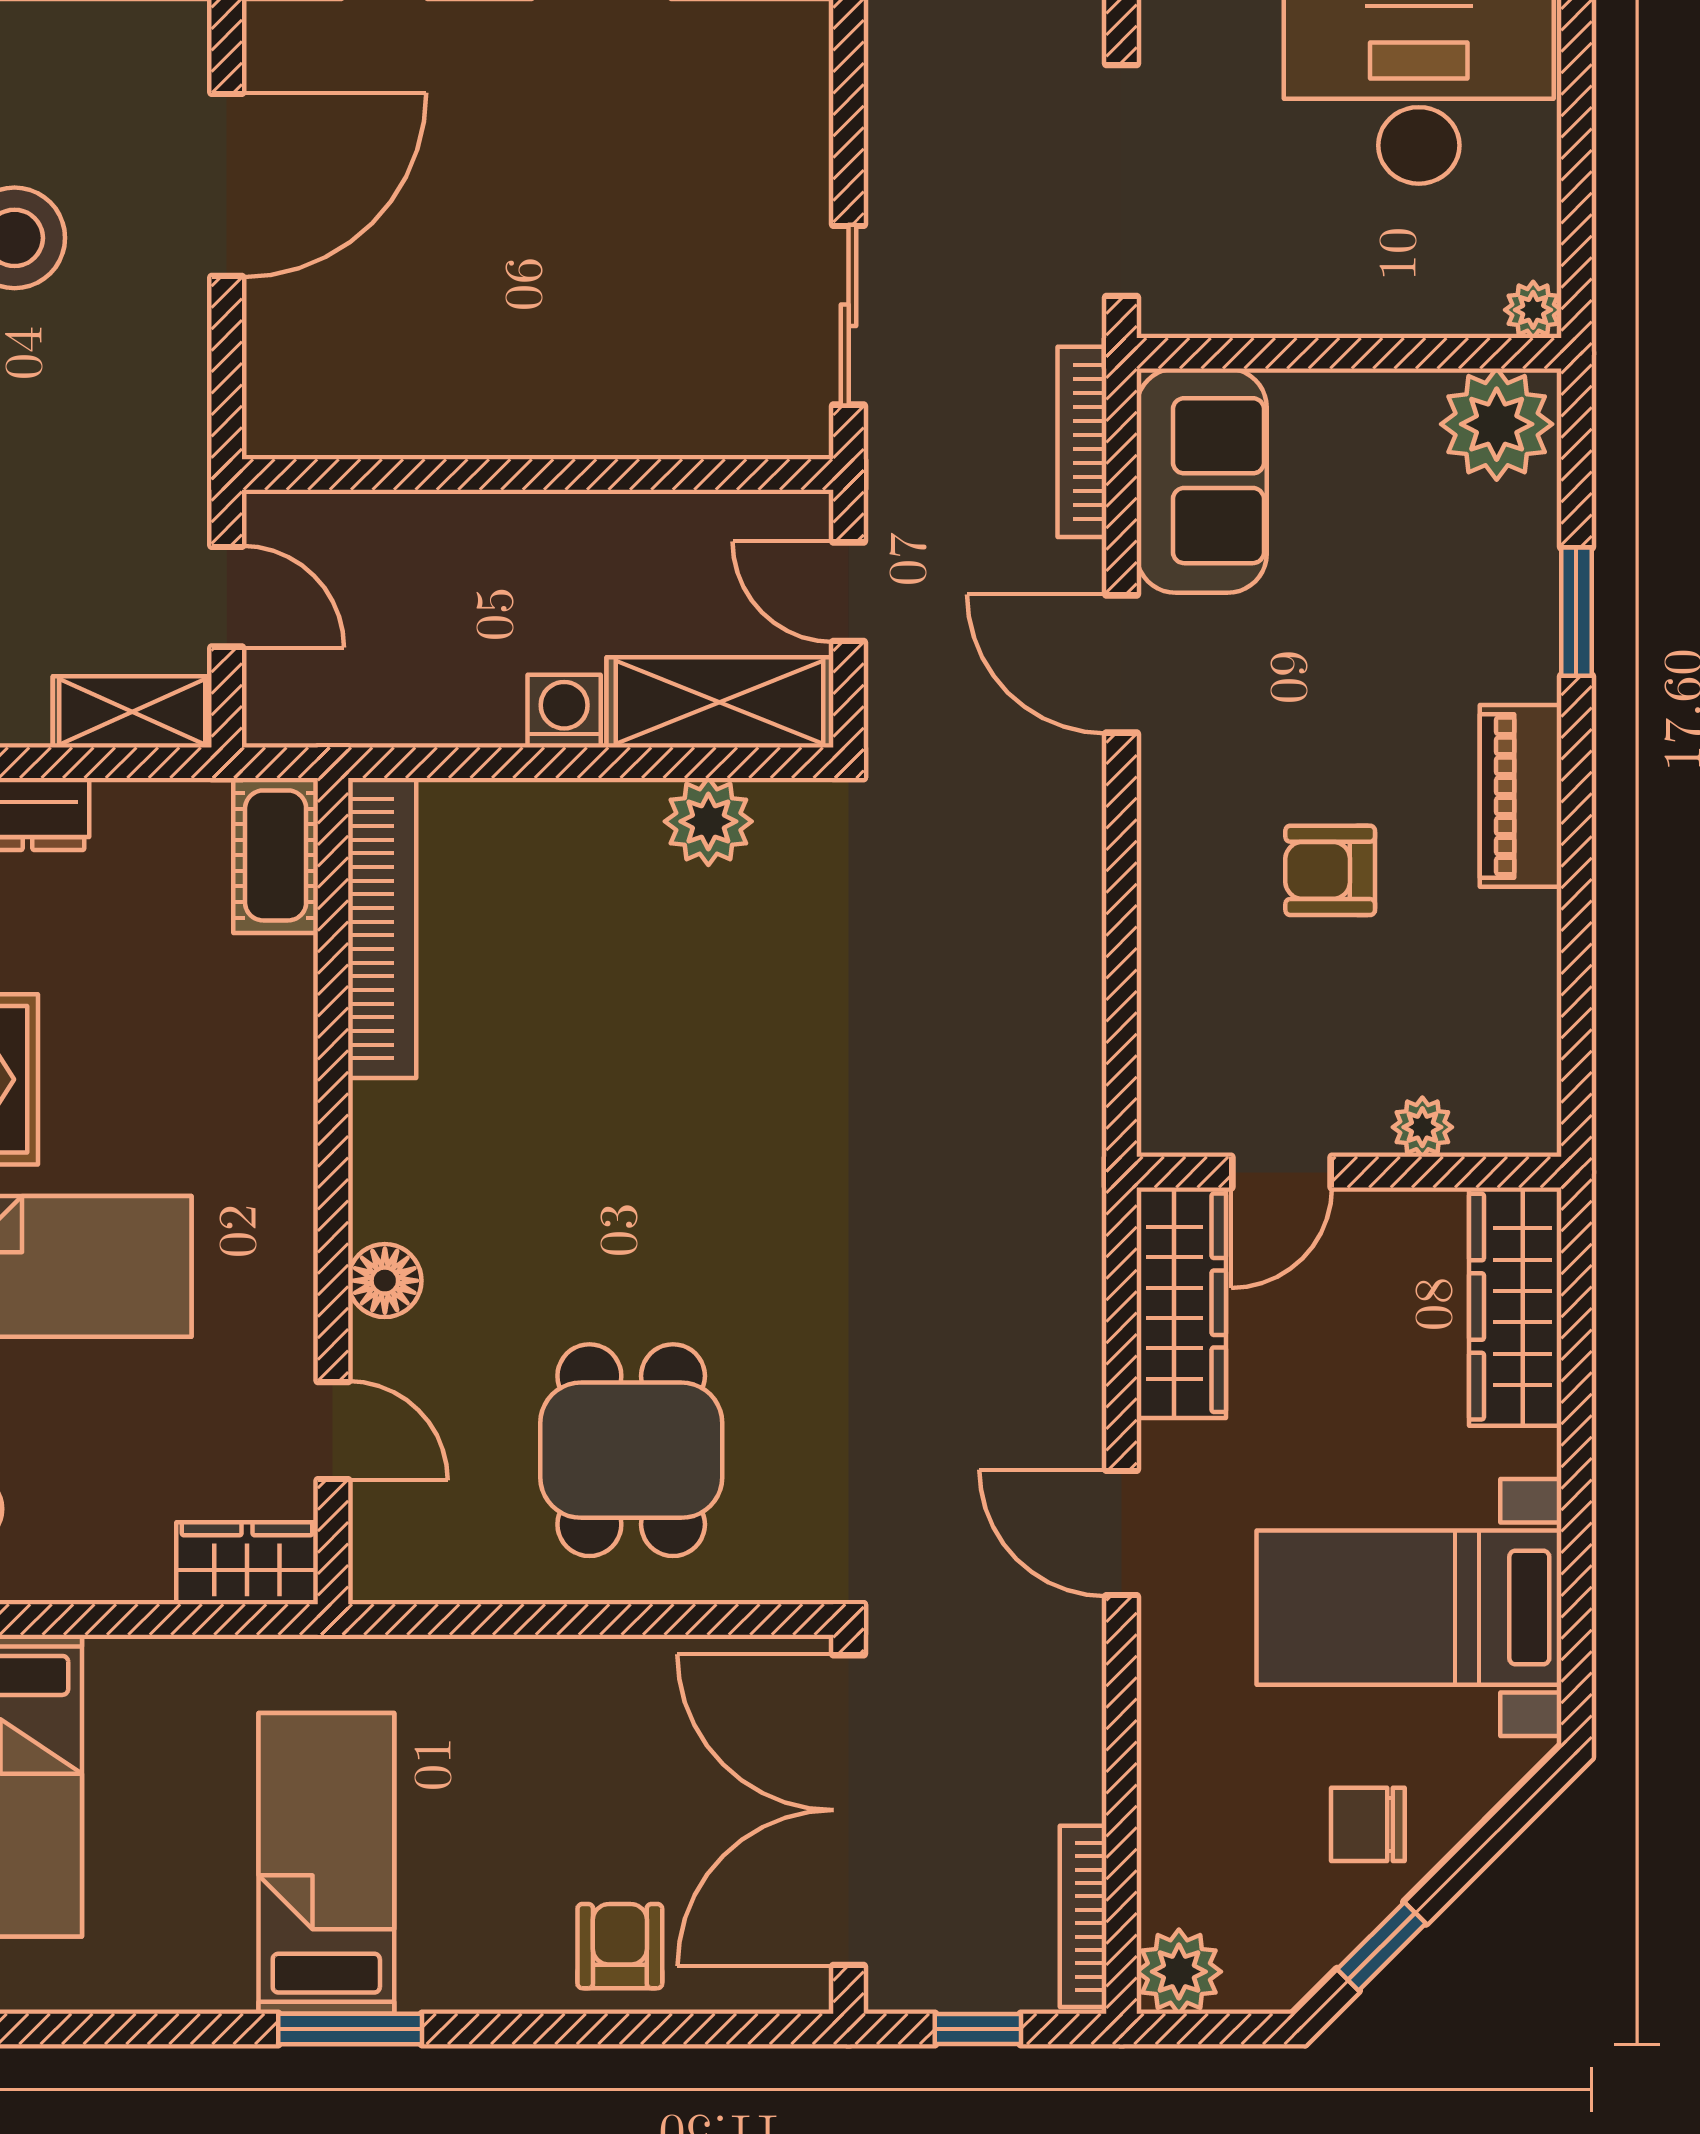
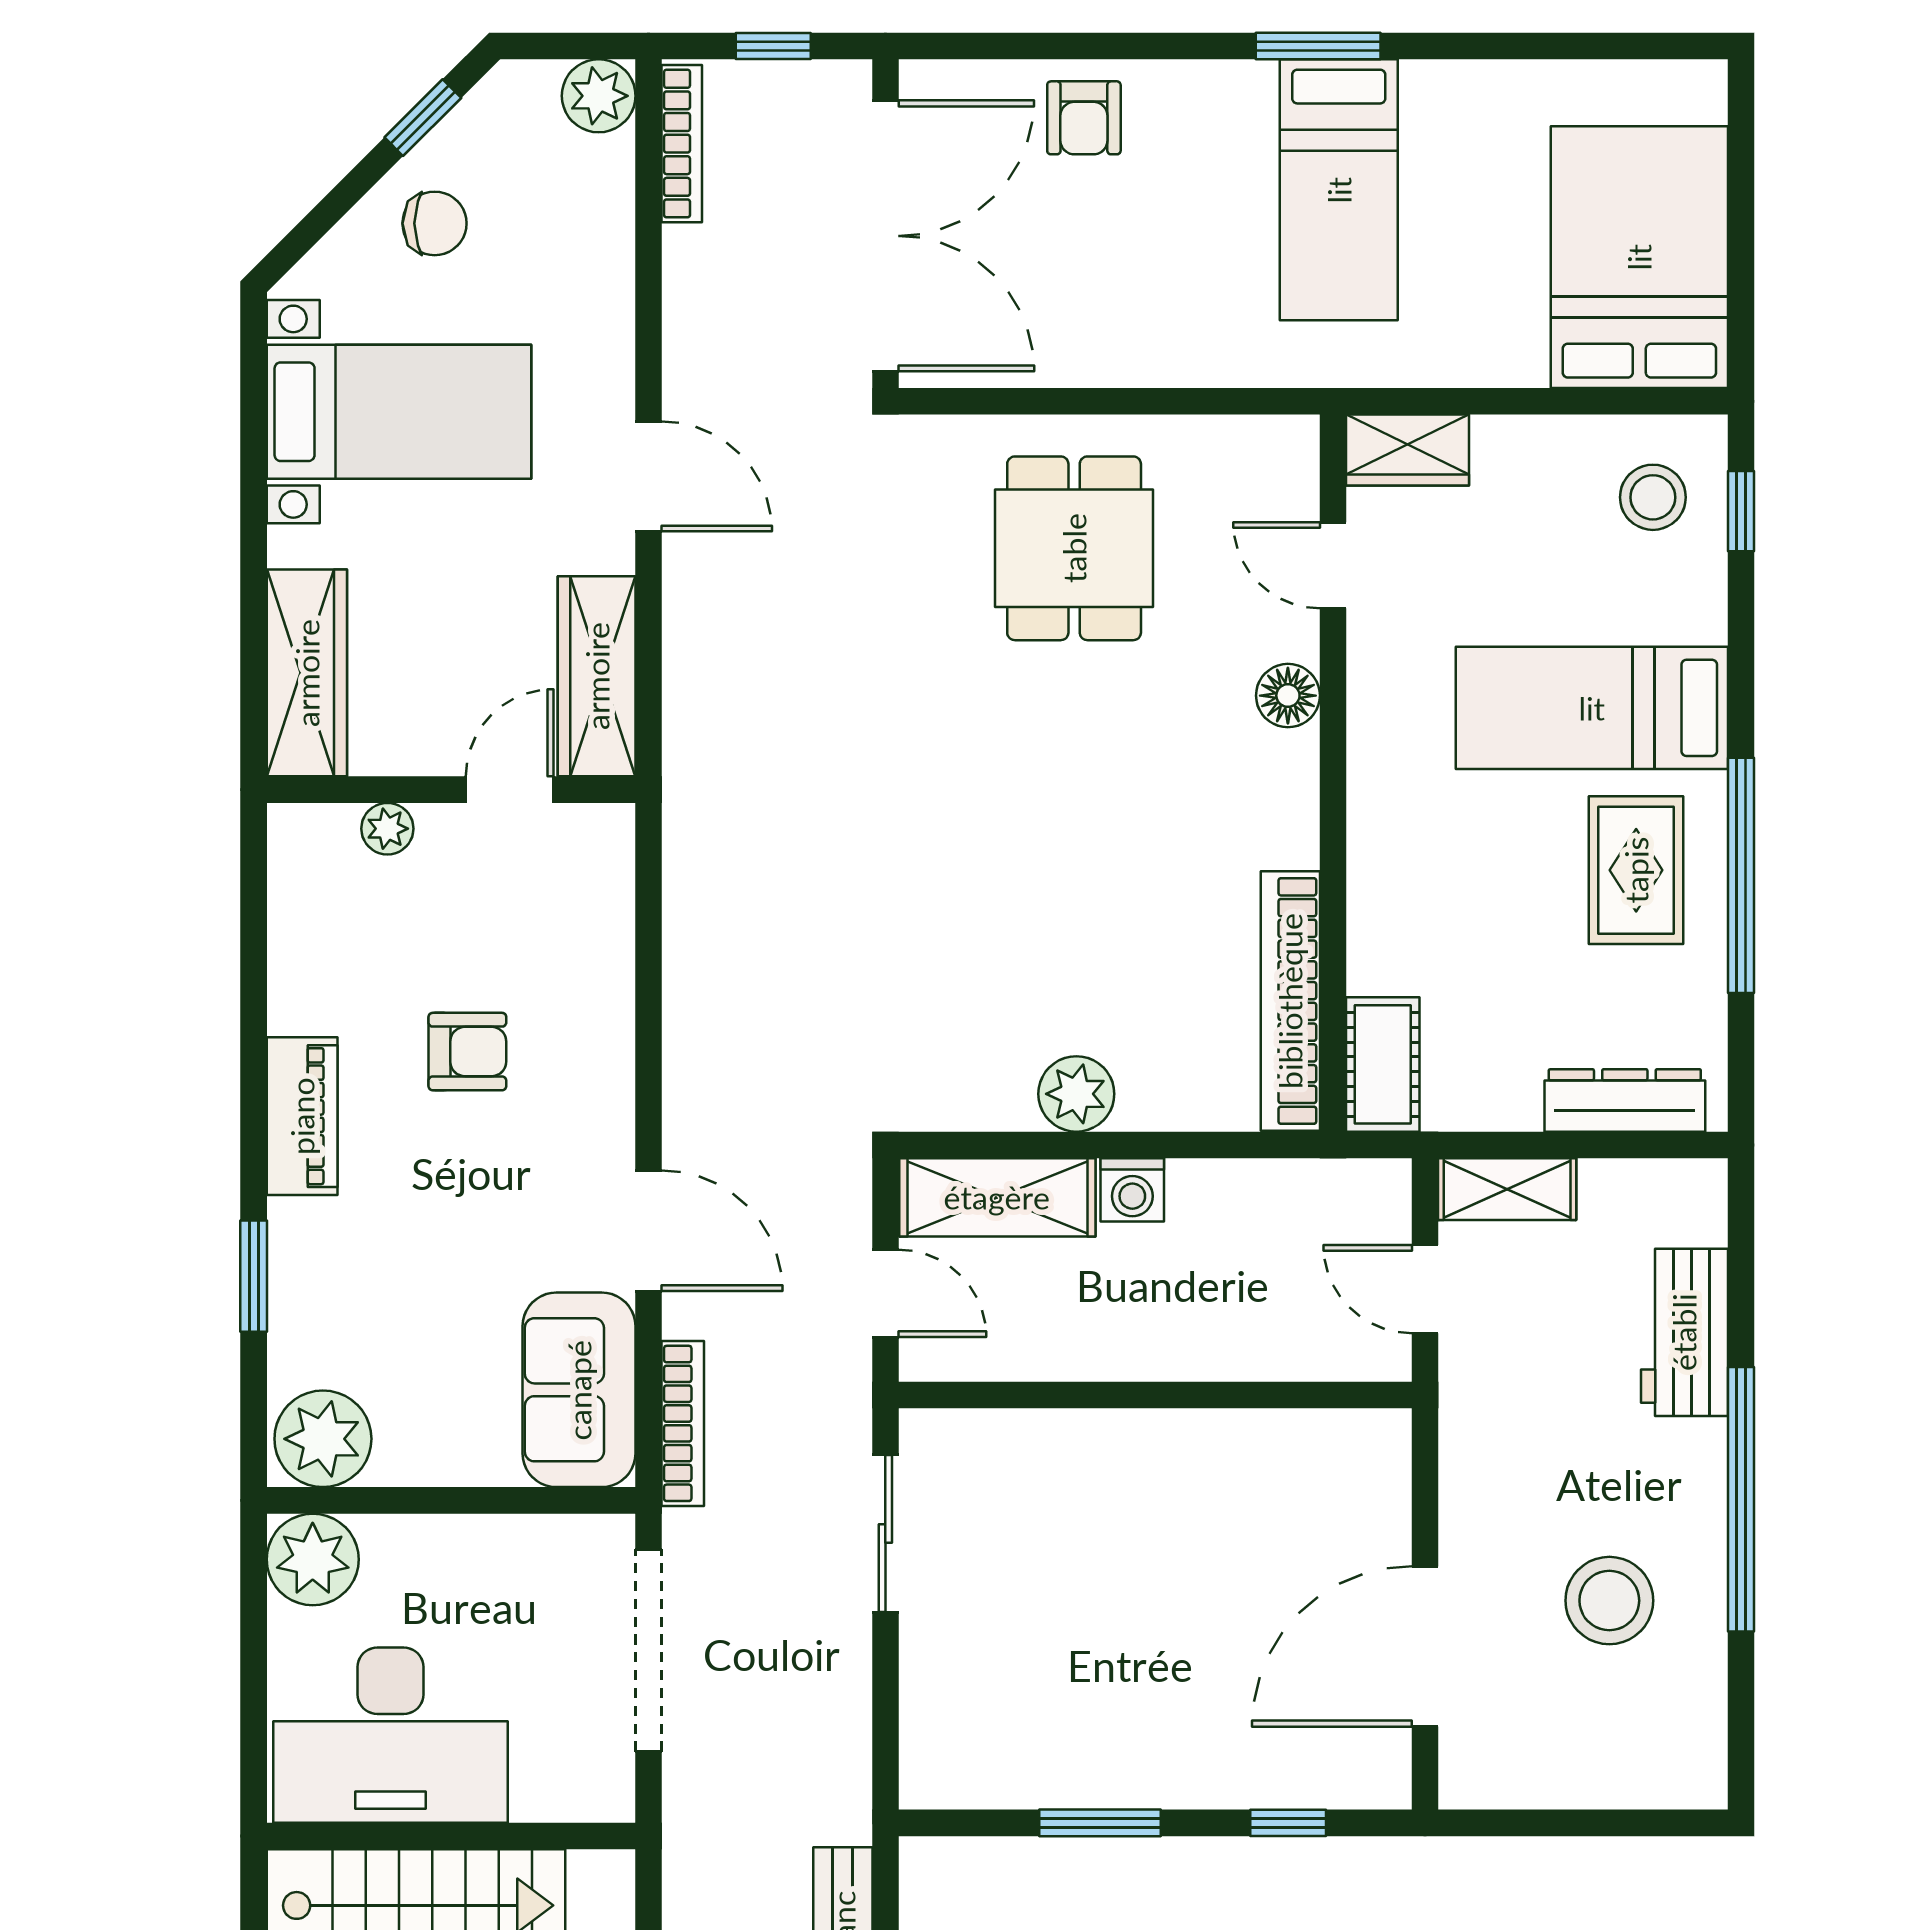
plant: (1533, 310) -> (313, 1559), width x1.87, depth x1.87
plant: (708, 821) -> (1076, 1094), moved

